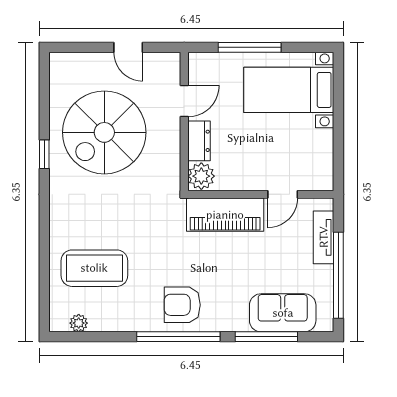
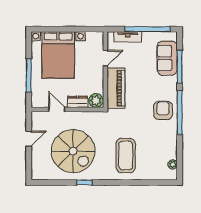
bed with nightstands: (289, 90) -> (58, 55), width x1.36
door: (283, 194) -> (105, 58), hinge flipped
coffee table: (94, 268) -> (126, 155), moved
armchair: (182, 305) -> (163, 111), turned 180

